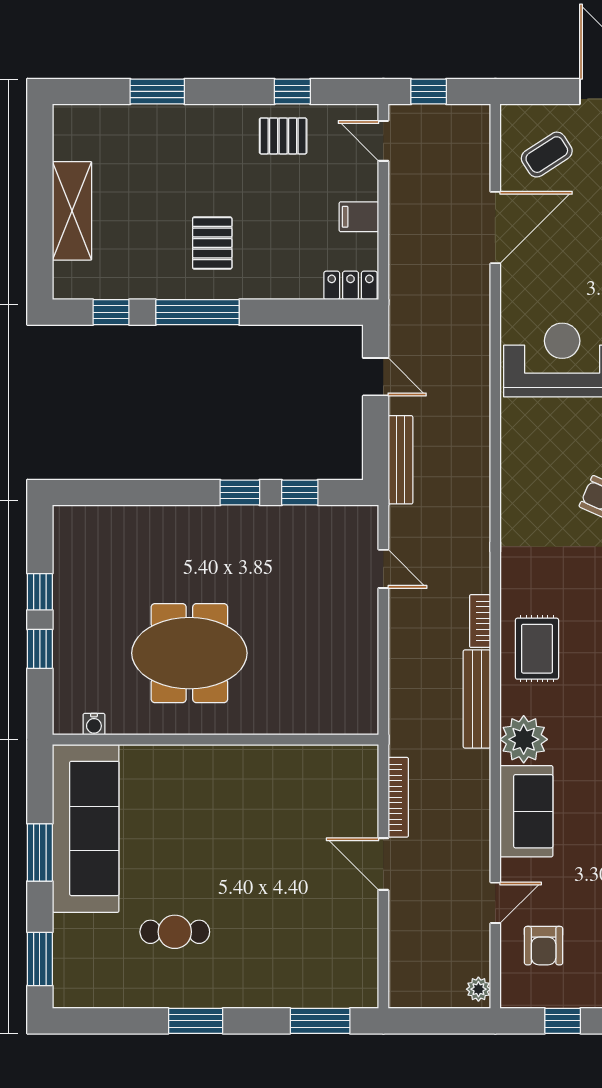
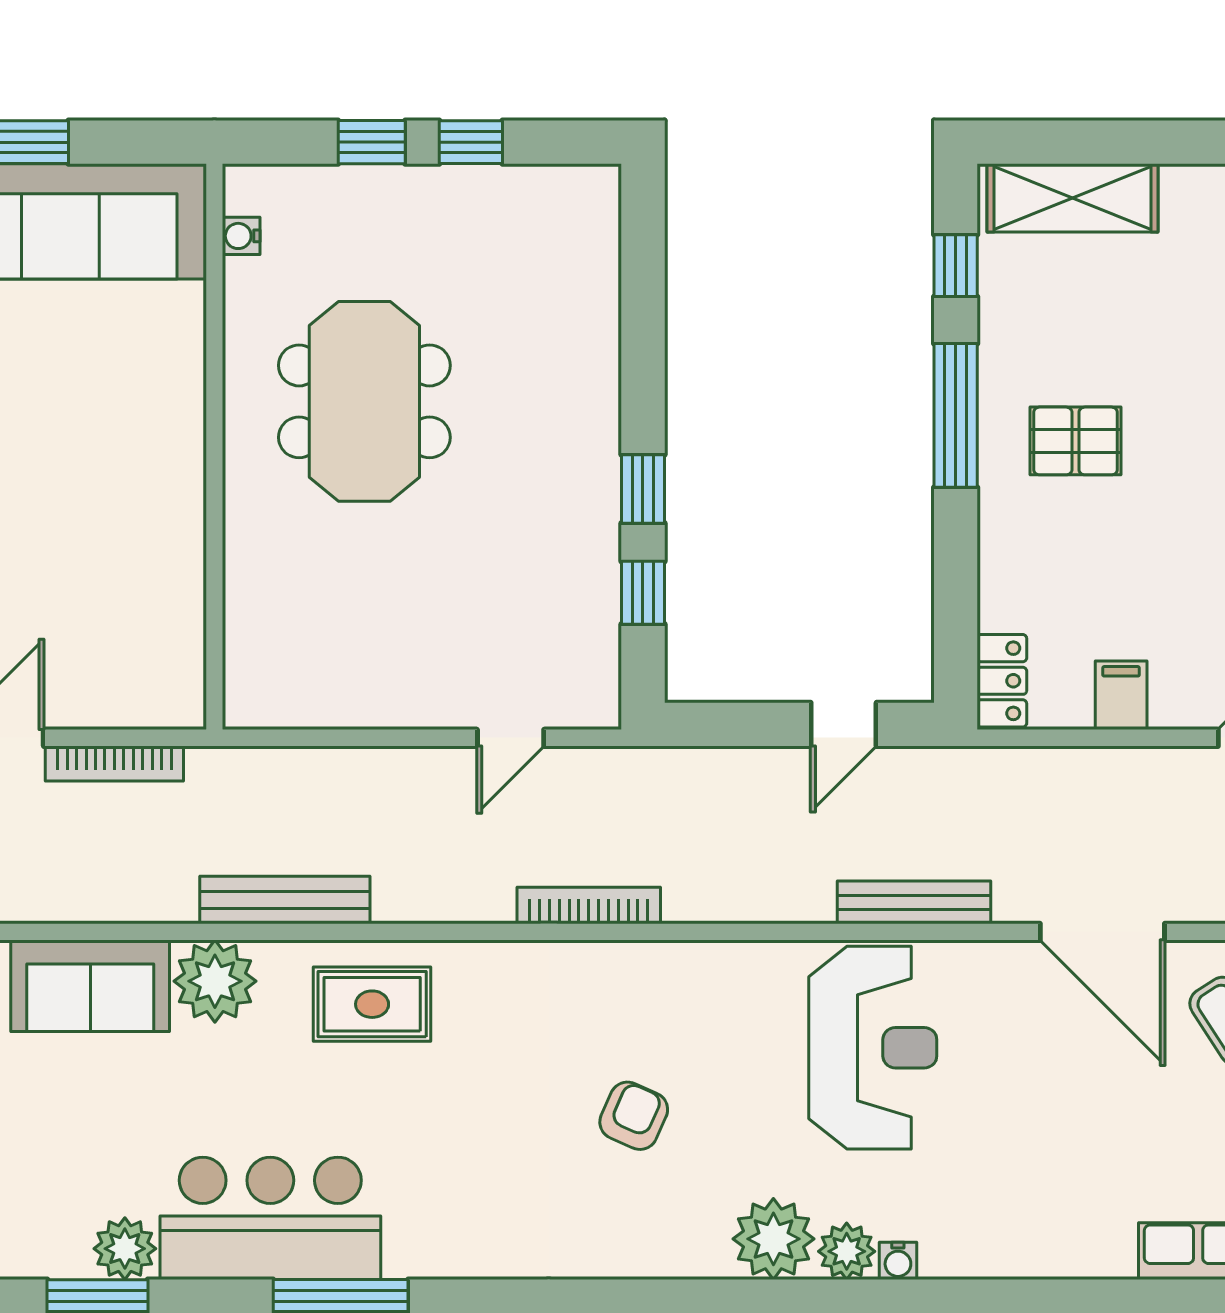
shelving: (72, 211) -> (1073, 198), moved
bench: (400, 460) -> (914, 902), moved
bookcase: (480, 621) -> (589, 905), moved, width x1.56

